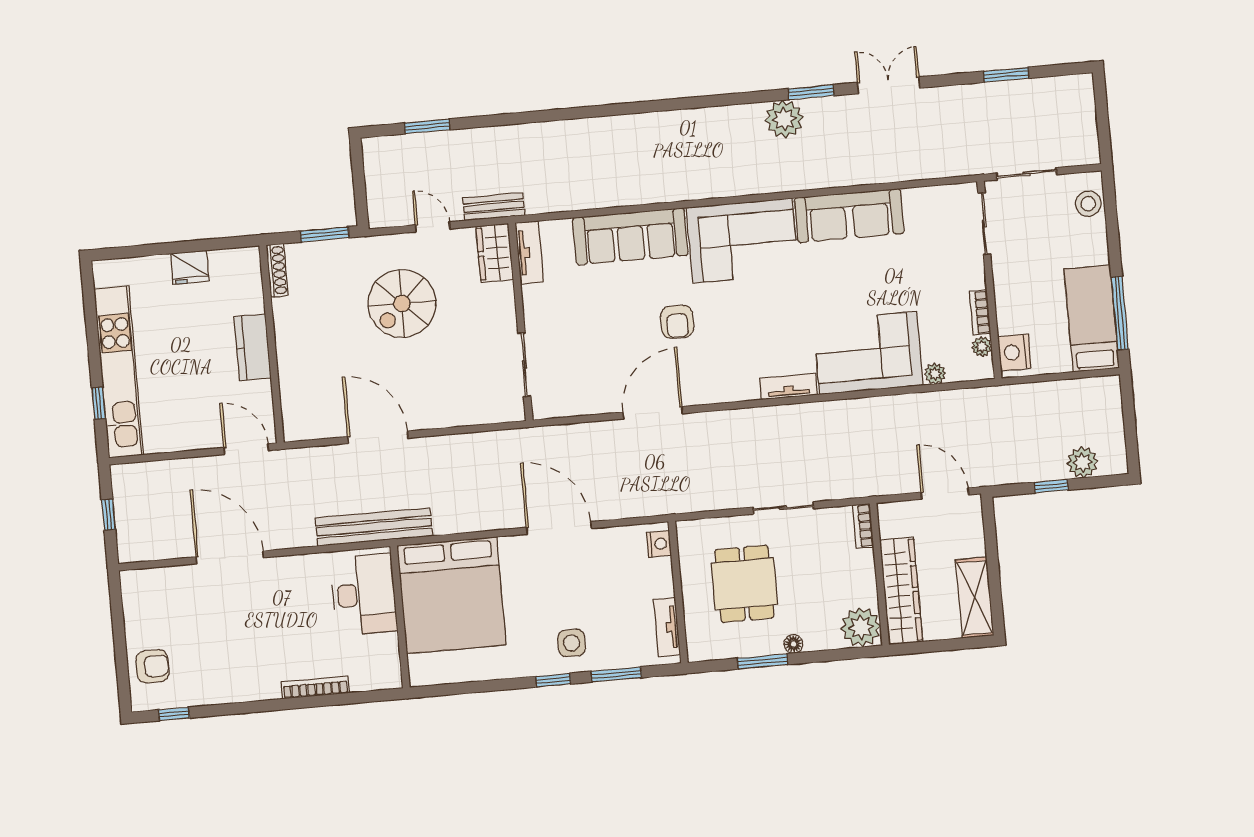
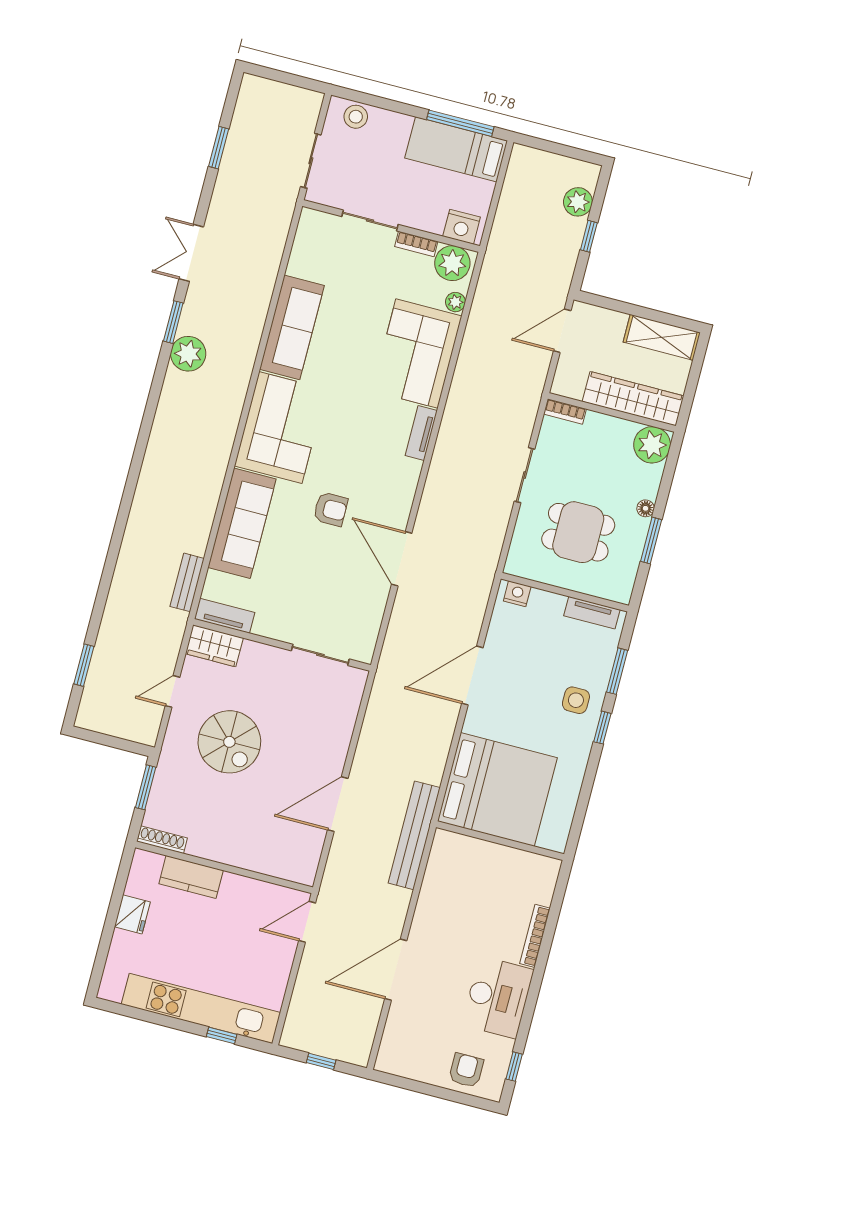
bench: (494, 207) -> (187, 582), moved
sliding door: (984, 223) -> (370, 220), moved
kitchen counter: (253, 347) -> (191, 877), moved
plant: (982, 347) -> (452, 263), width x1.88, depth x1.88
desk: (364, 594) -> (498, 997), moved, turned 90

